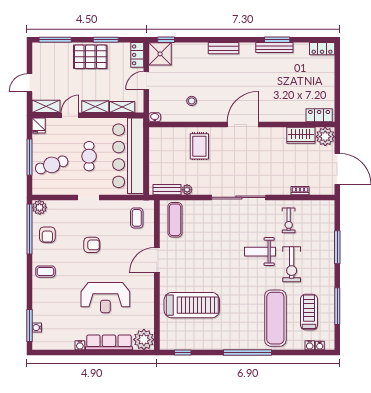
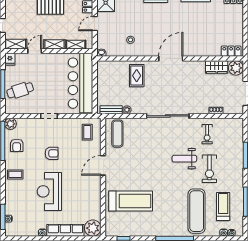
cafe table: (89, 156) -> (50, 83), removed
reception desk: (105, 298) -> (49, 191), moved, turned 90

